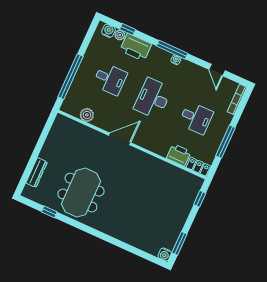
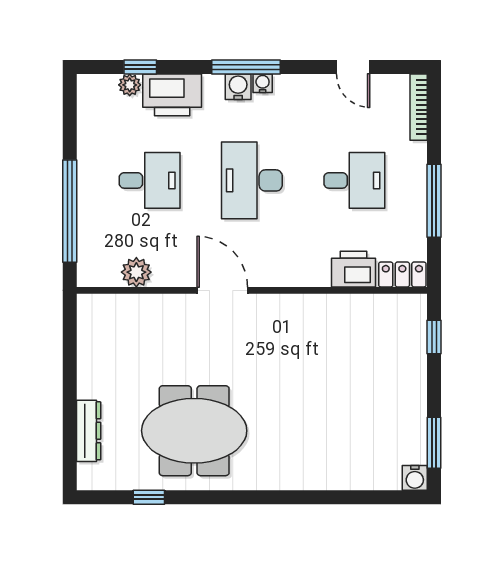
water cooler: (108, 31) -> (238, 87), moved
door: (120, 139) -> (222, 290), hinge flipped
meeting table: (81, 193) -> (194, 431), turned 90

